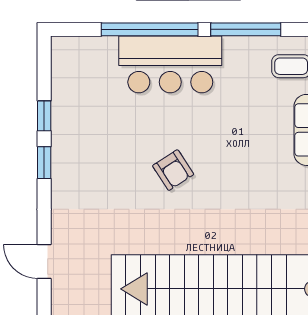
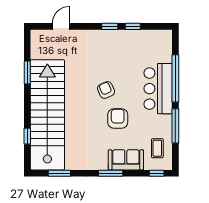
armchair: (231, 146) -> (118, 118), added
armchair: (173, 170) -> (106, 90), turned 99

